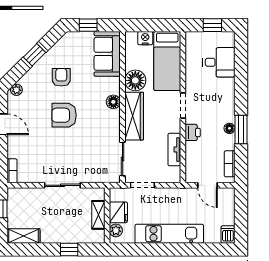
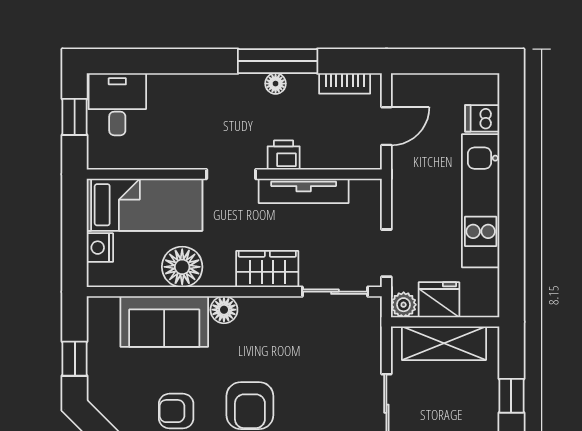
sofa: (107, 54) -> (164, 322), moved
desk: (219, 62) -> (117, 104), moved
wardrobe: (134, 116) -> (267, 269), width x0.67
window: (241, 129) -> (278, 61), width x1.44
tv unit: (174, 150) -> (304, 191), width x1.41
shelving: (98, 215) -> (444, 343), width x1.50, depth x1.33
plant: (116, 230) -> (404, 305), moved
dishwasher: (228, 235) -> (482, 118), moved

